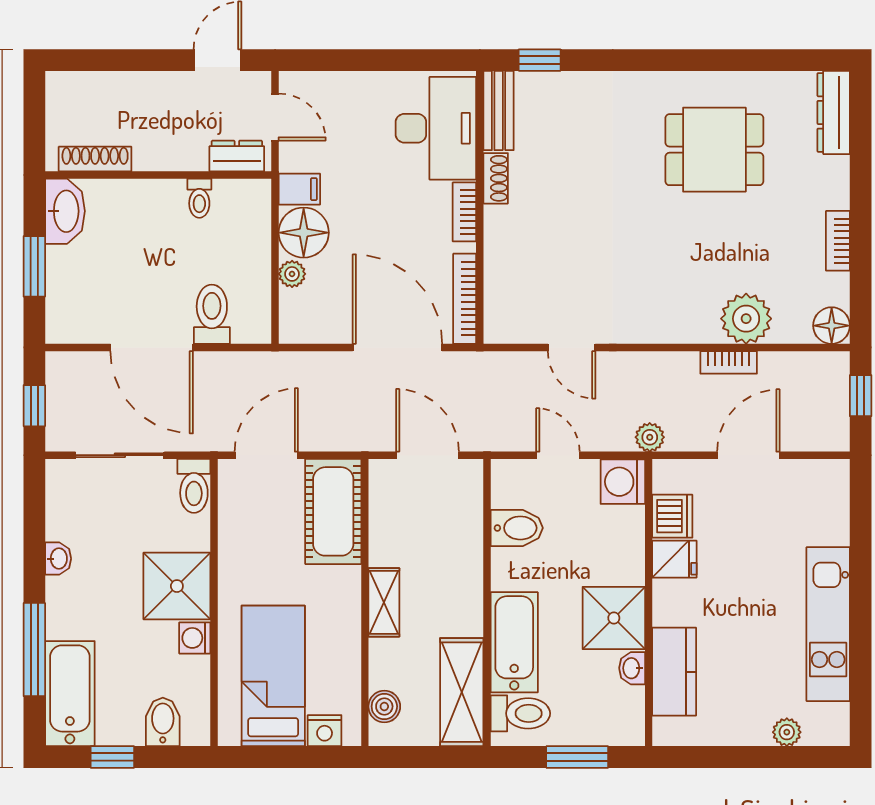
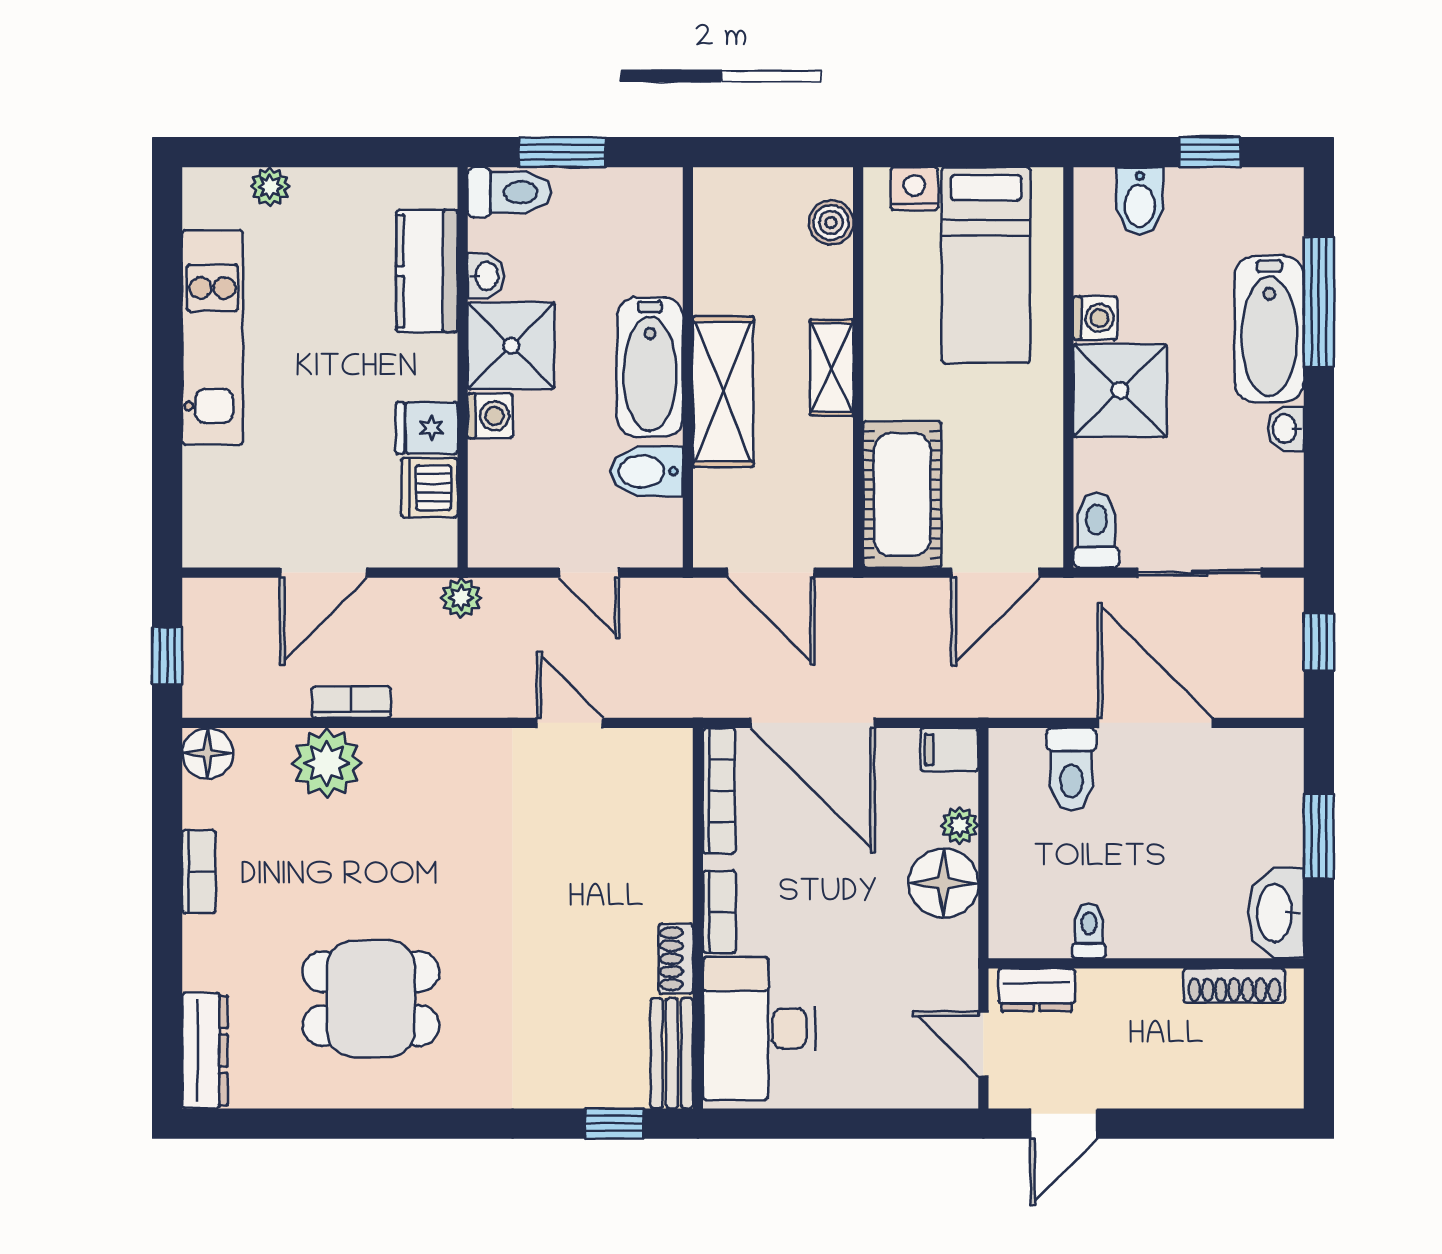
filing cabinet: (299, 189) -> (949, 750), moved
washing machine: (623, 482) -> (490, 416), moved, width x0.73, depth x0.73
bathtub: (514, 642) -> (650, 367), moved
shelving: (462, 692) -> (723, 392), moved
bathtub: (70, 694) -> (1269, 329), moved
toilet: (520, 713) -> (509, 192), moved, turned 180

